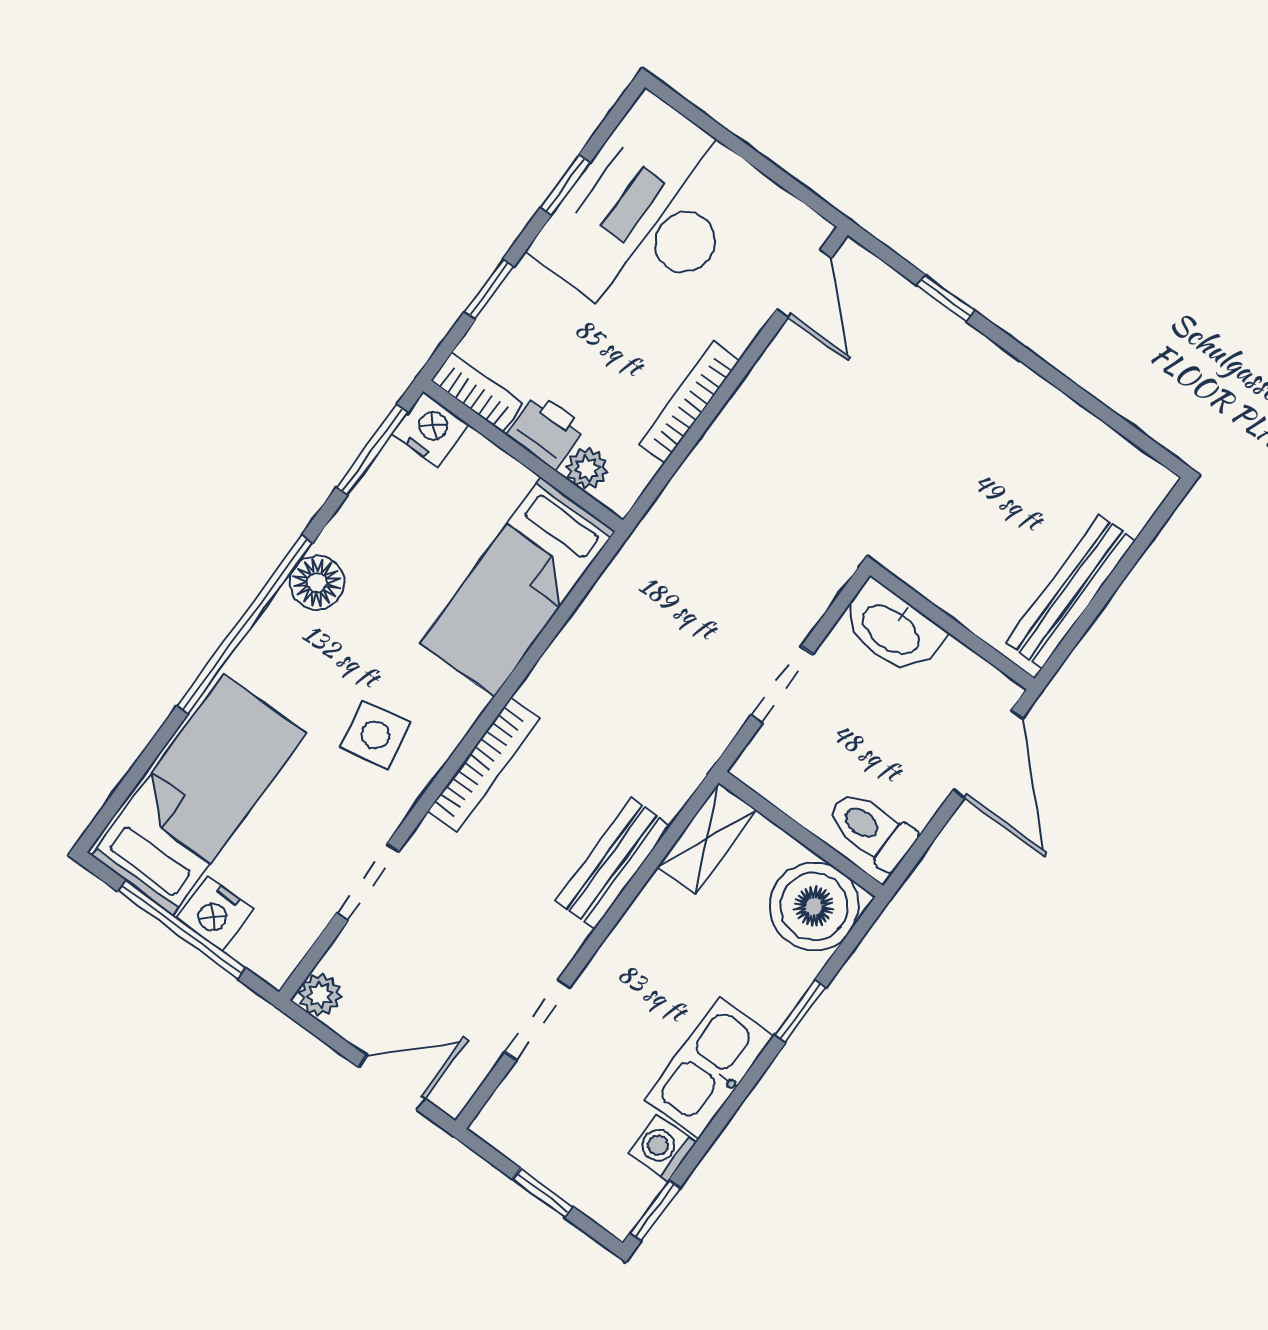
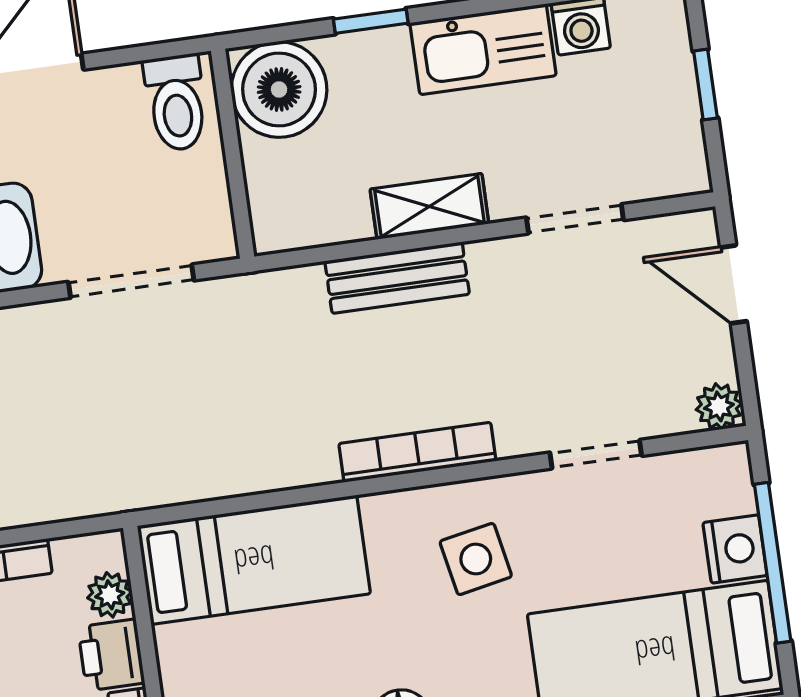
doorway: (782, 685) -> (131, 281), width x1.38
shelving: (707, 838) -> (429, 206), moved

